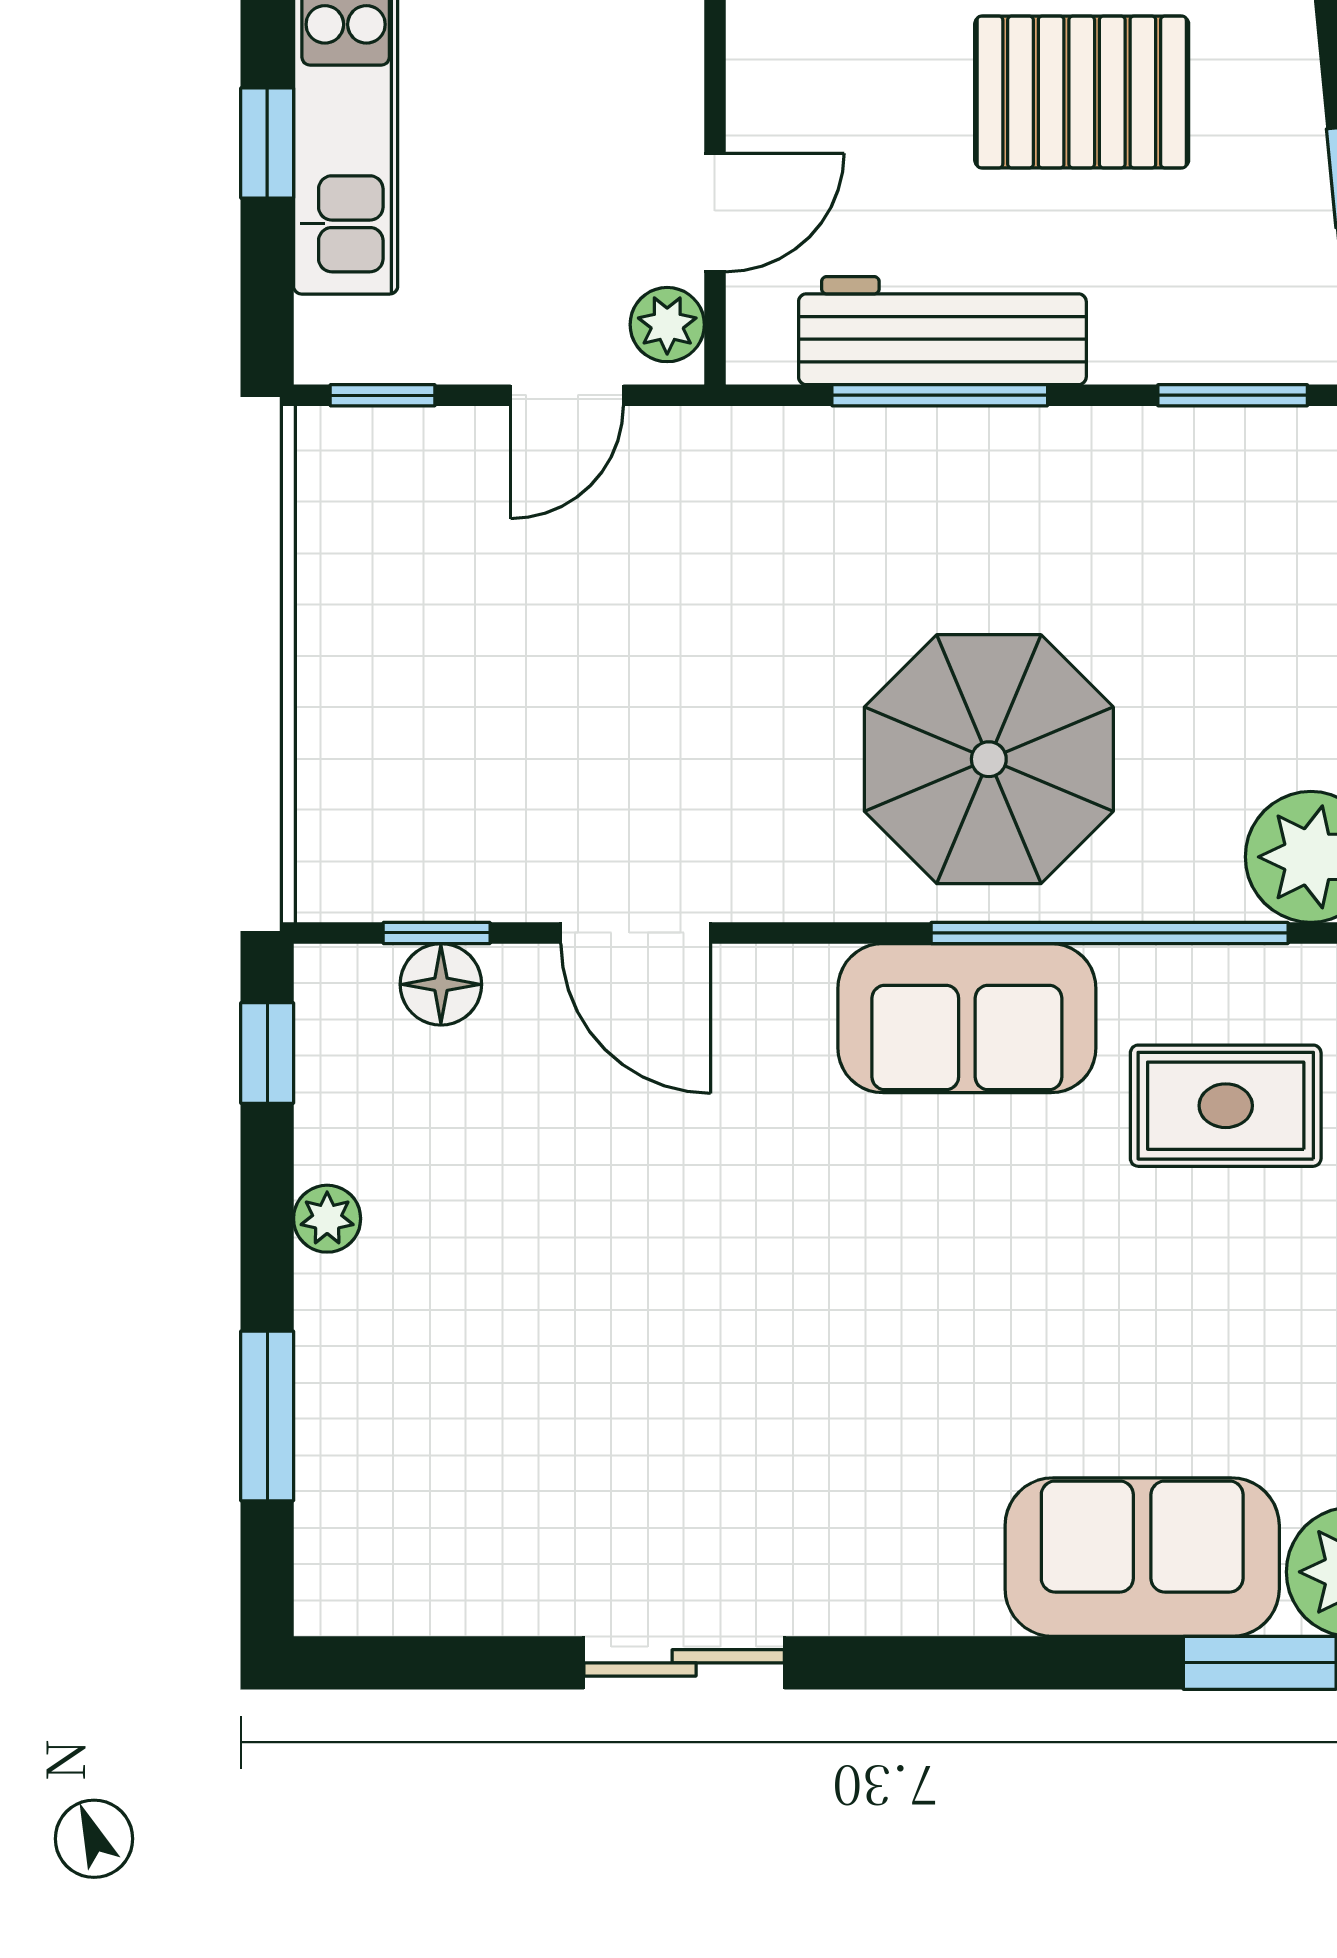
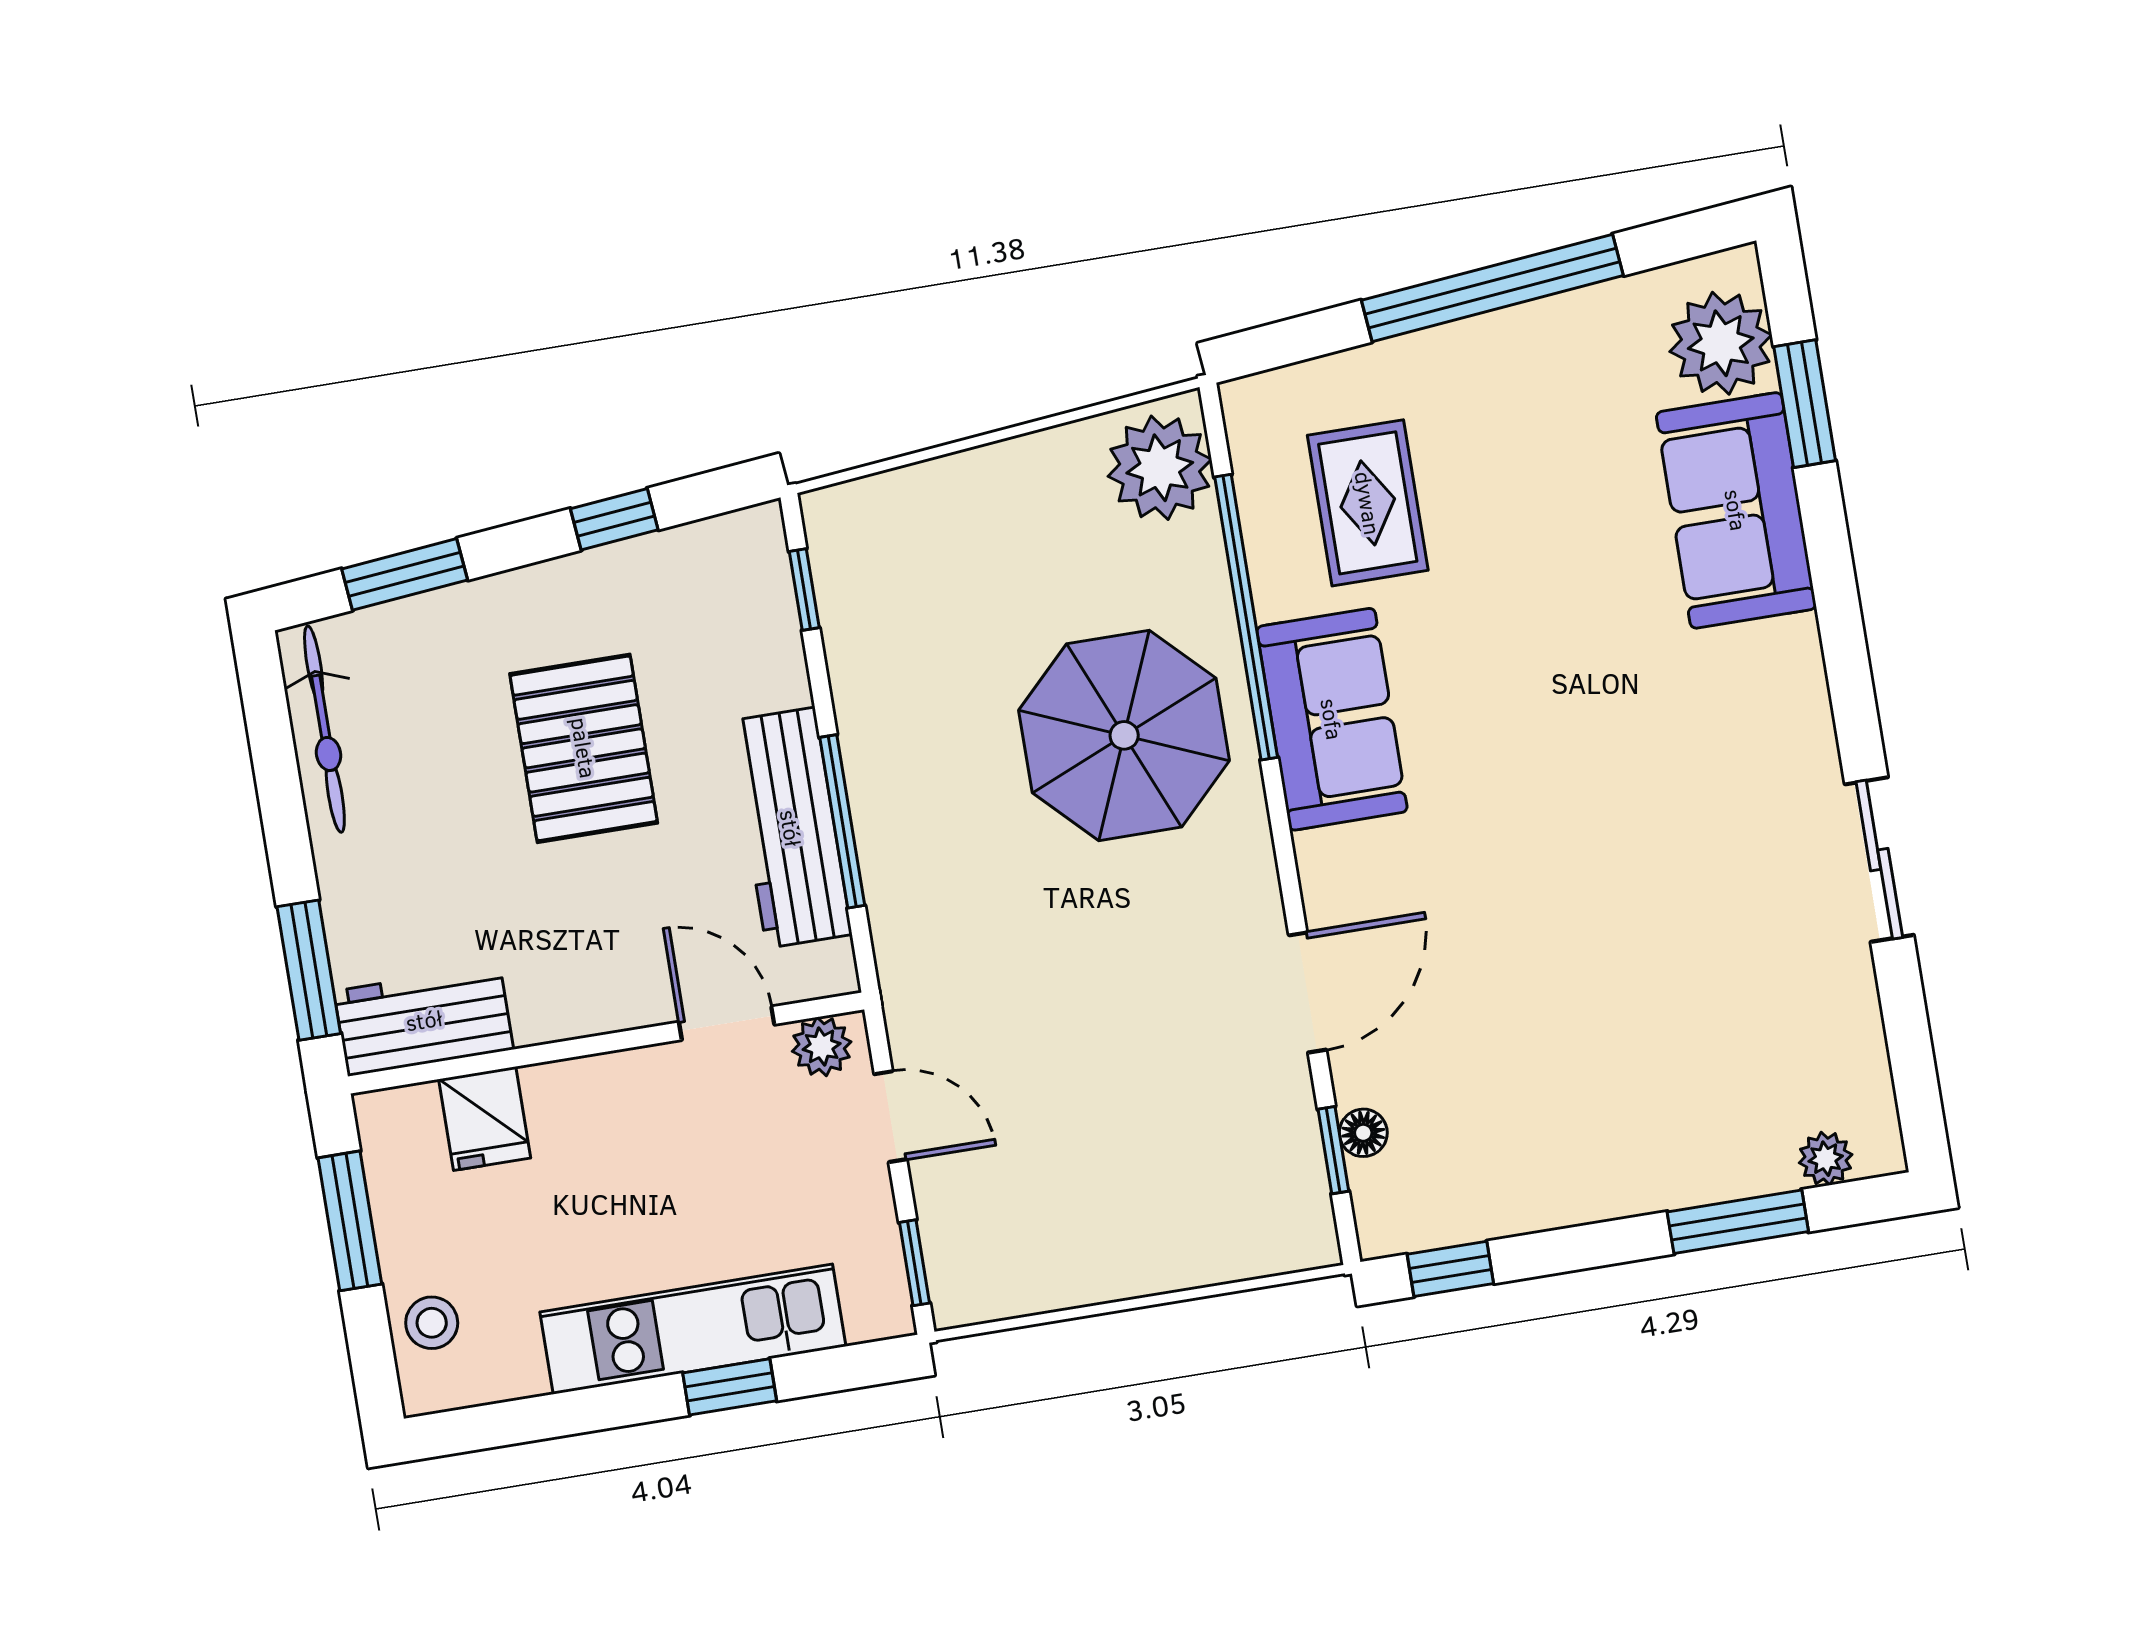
window: (1233, 395) -> (804, 590), width x0.67
floor lamp: (441, 984) -> (1363, 1133), width x0.73, depth x0.73
plant: (327, 1219) -> (1826, 1159), moved

